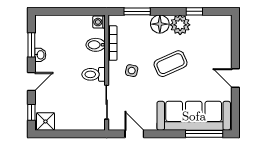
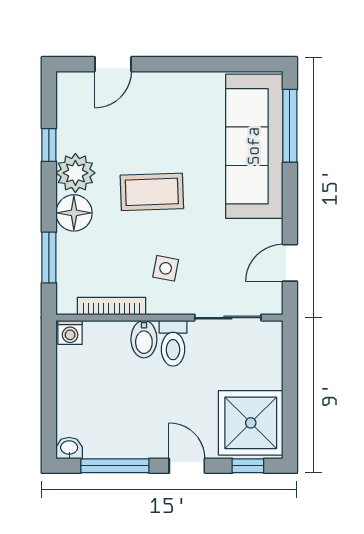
window: (31, 45) -> (115, 466), width x1.44
bidet: (96, 45) -> (144, 339), moved
washbasin: (40, 55) -> (69, 448), moved
coffee table: (170, 64) -> (152, 192), turned -68
door: (235, 78) -> (113, 64), moved
shower: (45, 121) -> (251, 423), width x1.86, depth x1.86

